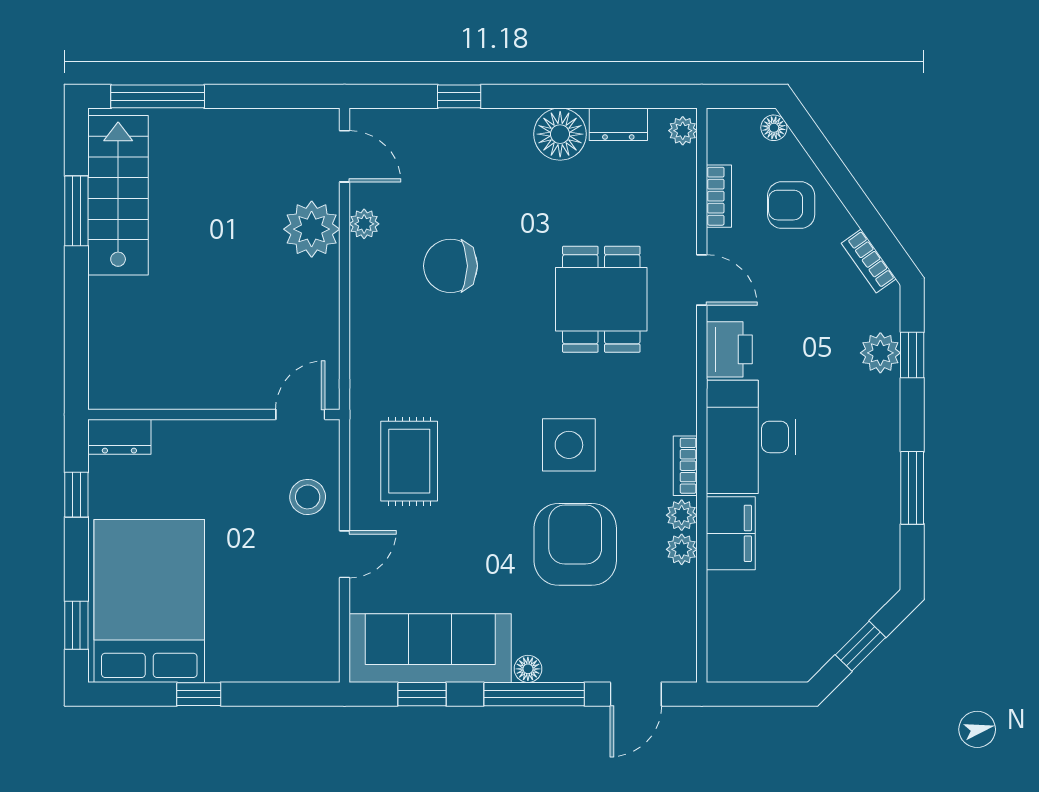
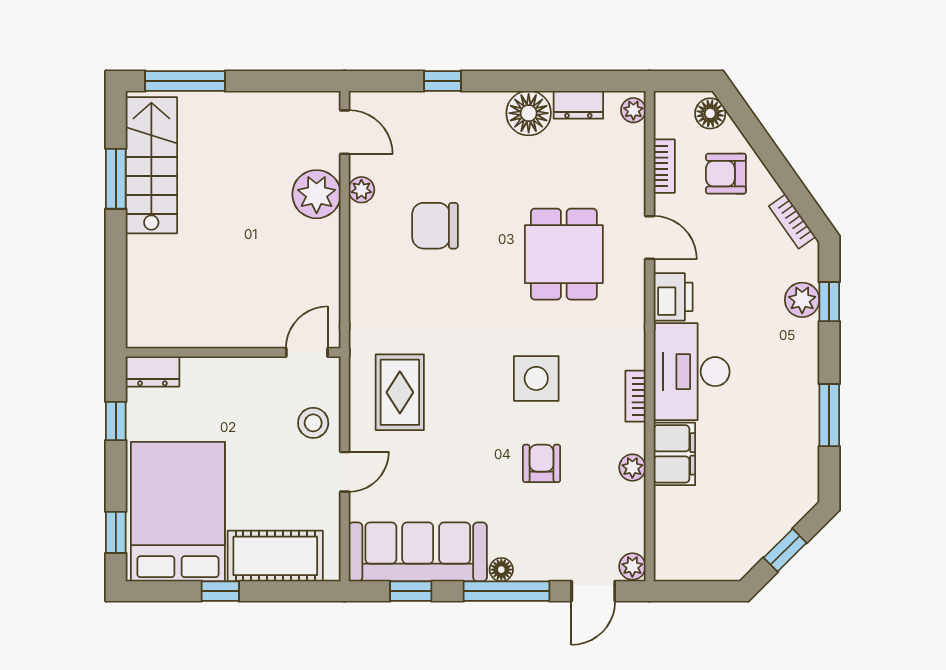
floor lamp: (774, 128) -> (710, 113), width x1.37, depth x1.37
plant: (682, 515) -> (632, 566), moved
armchair: (575, 544) -> (542, 463), width x0.53, depth x0.53
cot: (263, 653) -> (275, 556), added

